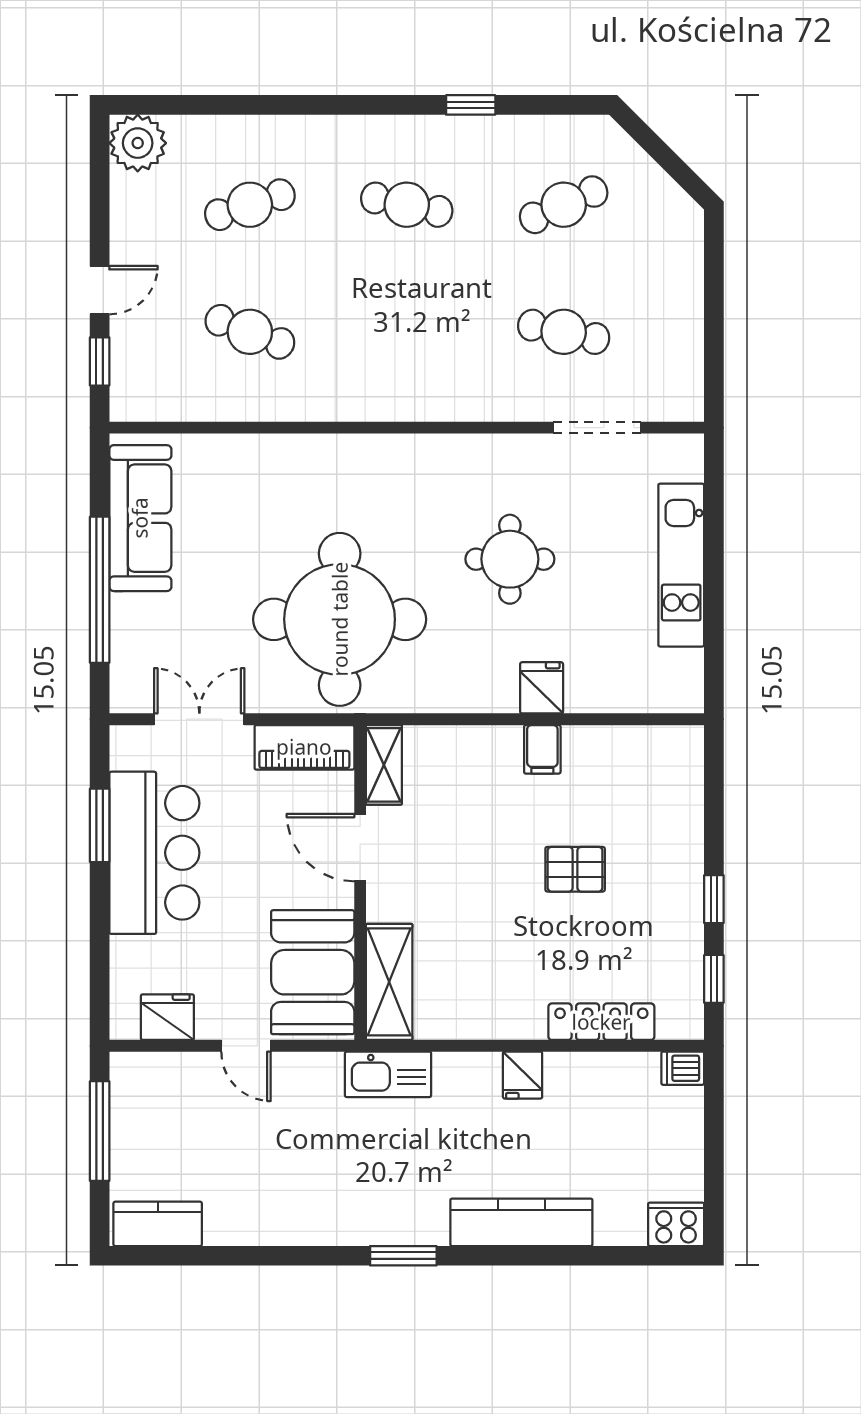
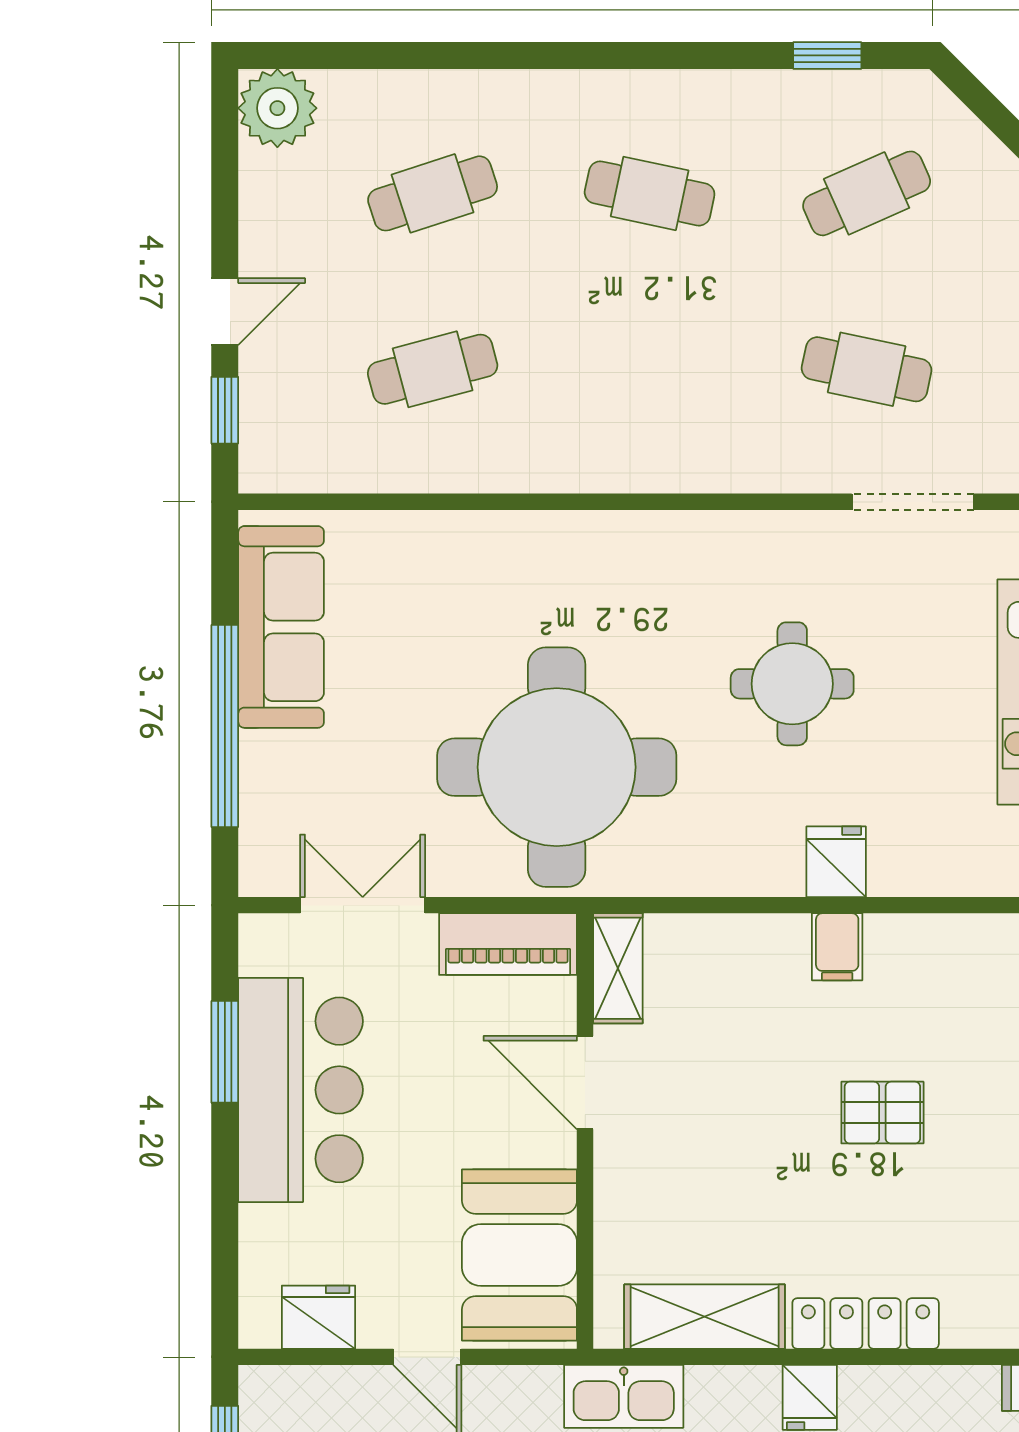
window: (471, 105) -> (827, 55), moved
cafe table: (250, 332) -> (433, 369), turned -36
shelving: (389, 982) -> (705, 1317), moved, turned 90
locker: (601, 1022) -> (866, 1324), moved

